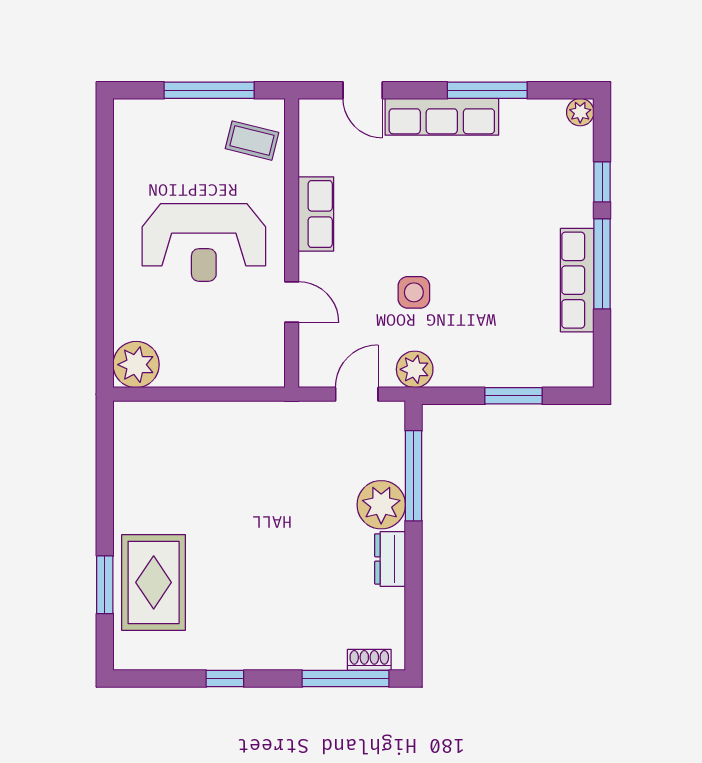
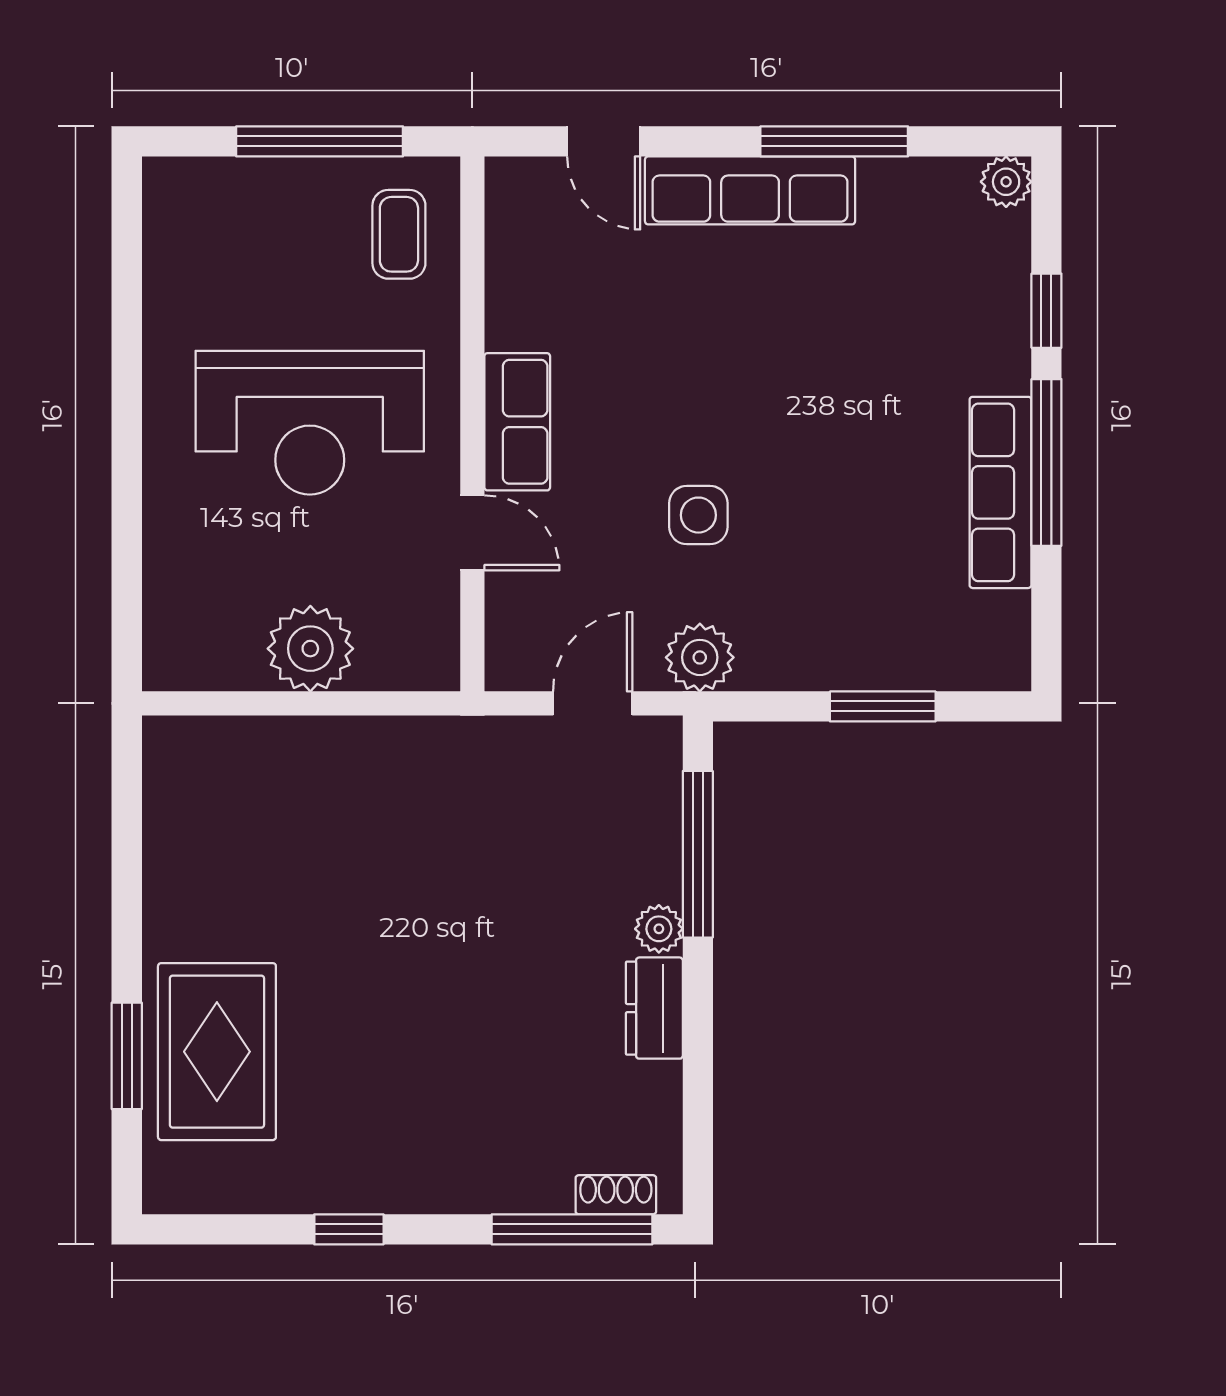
coffee table: (252, 141) -> (399, 234), turned 76
row of seats: (316, 214) -> (517, 422), moved
plant: (136, 365) -> (310, 649), moved
plant: (381, 505) -> (659, 929), width x0.53, depth x0.53

